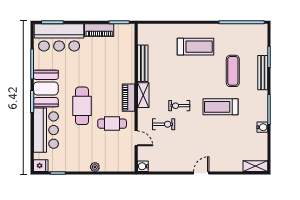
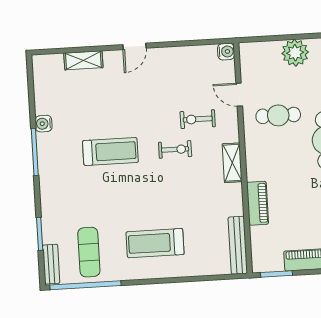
bench: (143, 63) -> (238, 245), moved
exercise mat: (233, 71) -> (89, 252), moved
bench: (263, 73) -> (51, 264), moved, width x0.73
piano: (129, 98) -> (258, 203), moved
shelving: (255, 166) -> (83, 60), moved
plant: (95, 167) -> (295, 53), width x1.88, depth x1.88

